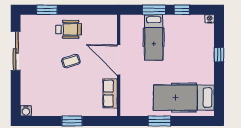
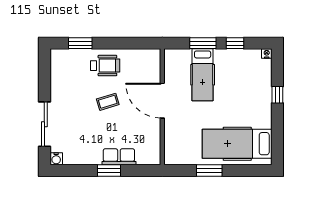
sliding door: (16, 51) -> (44, 124), moved
row of seats: (110, 93) -> (119, 157), moved, turned 90

